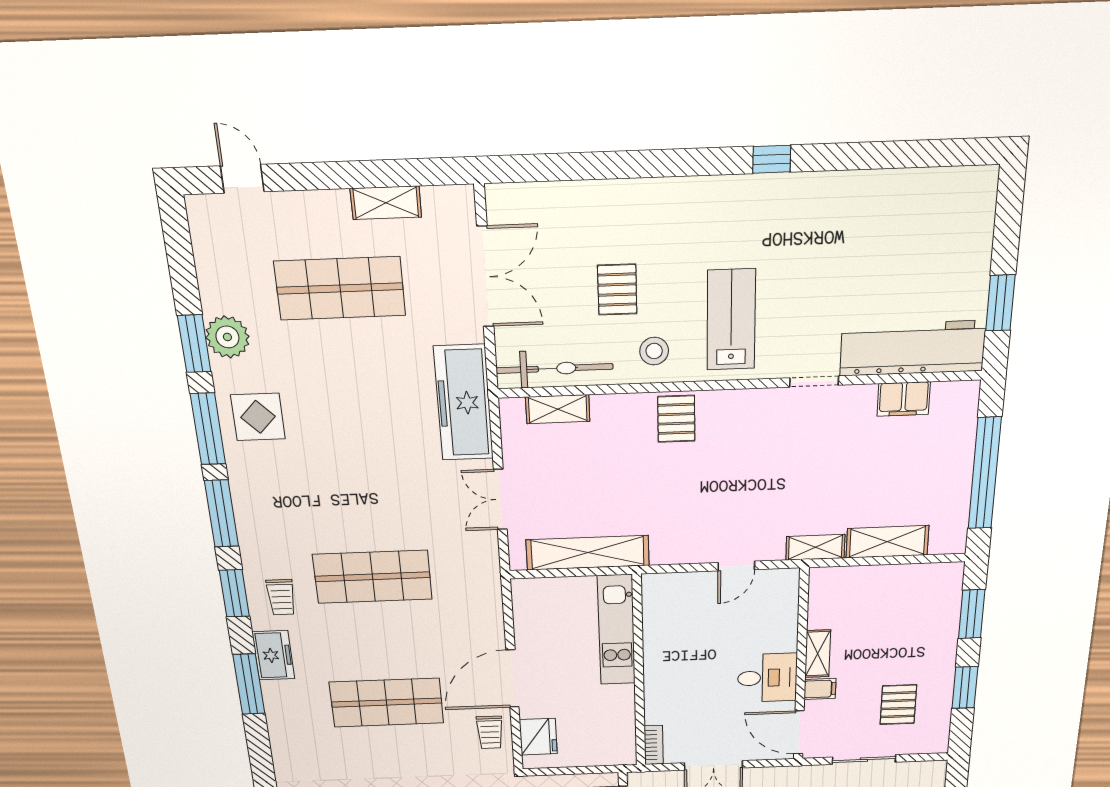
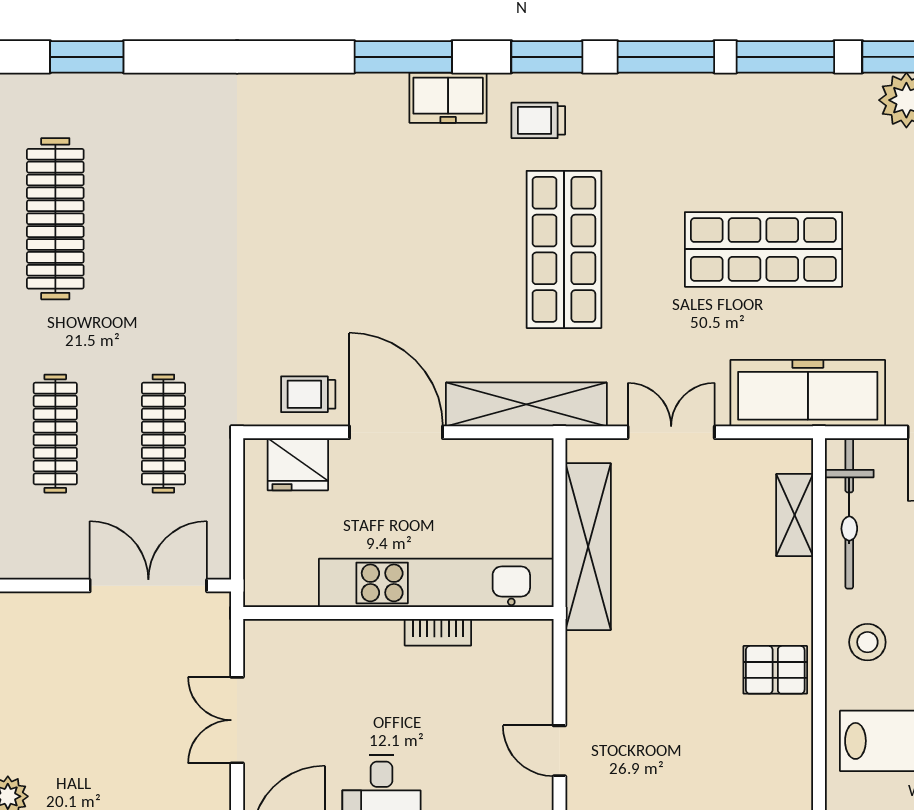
display table: (258, 417) -> (799, 124), removed
shelving: (487, 597) -> (526, 404), added
kitchen unit: (616, 630) -> (436, 583), width x1.36
shop shelf: (387, 703) -> (763, 249), moved, turned 90
bookcase: (654, 745) -> (438, 632), moved

